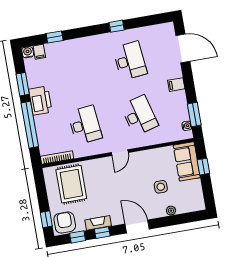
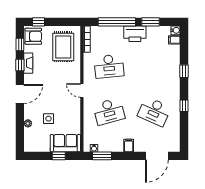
window: (55, 37) -> (184, 71), moved
desk: (130, 61) -> (154, 111), turned 30
rug: (71, 184) -> (63, 47), turned 90

